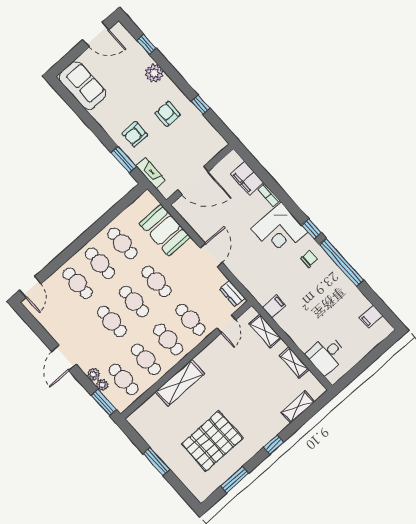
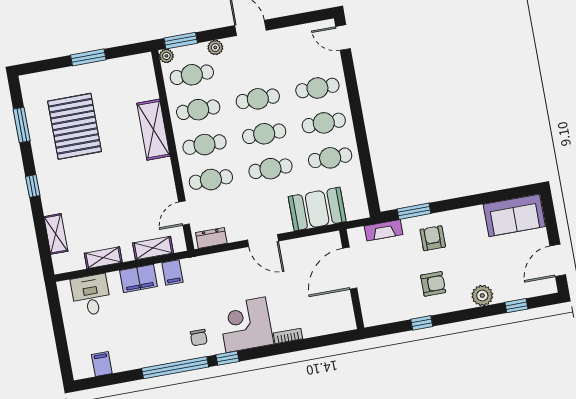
filing cabinet: (247, 178) -> (139, 278), moved, turned 180
door: (226, 324) -> (184, 213), hinge flipped
plant: (102, 385) -> (166, 56), moved

